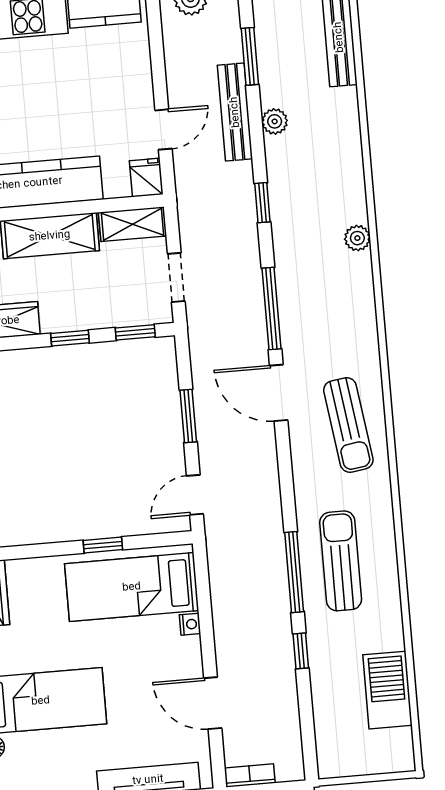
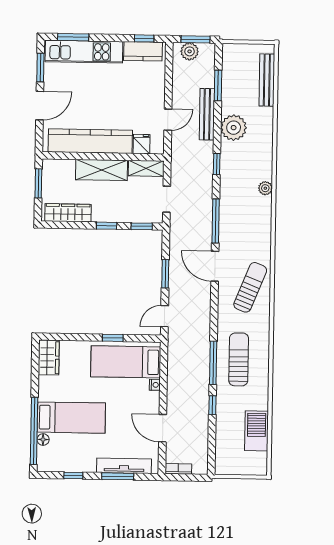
plant: (275, 121) -> (234, 128), width x1.88, depth x1.88
fridge: (146, 177) -> (142, 144), moved
sun lounger: (348, 425) -> (250, 287), turned -150

